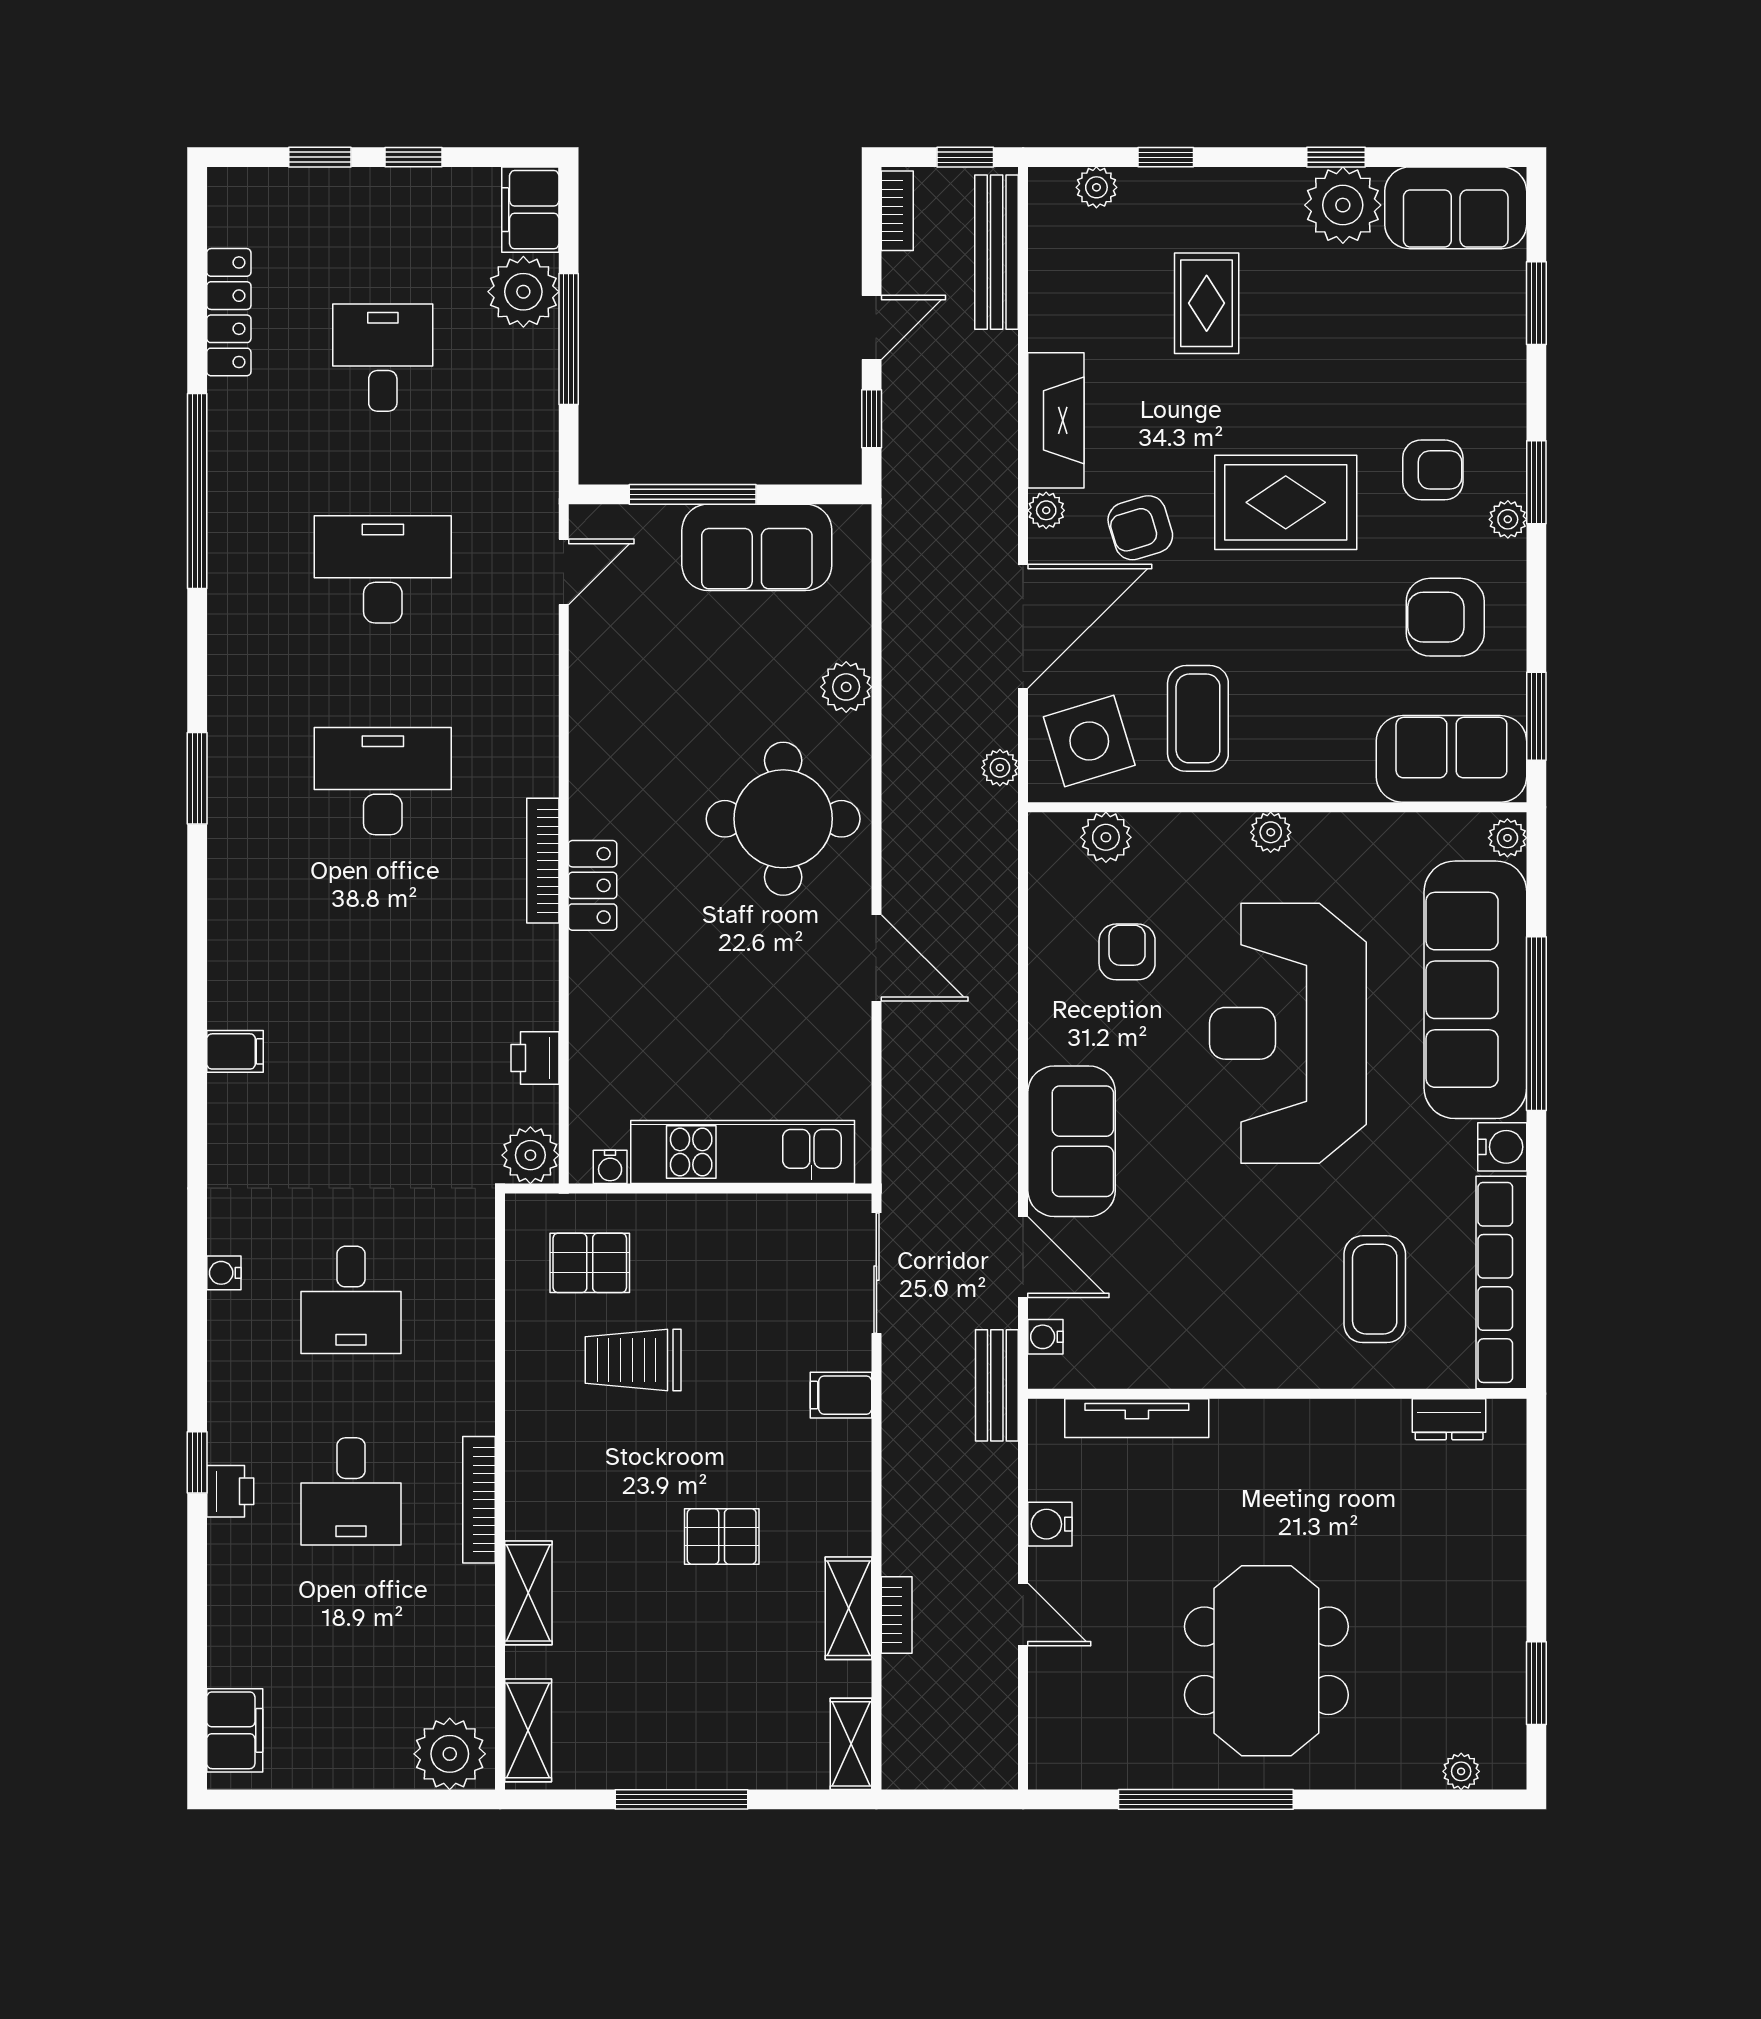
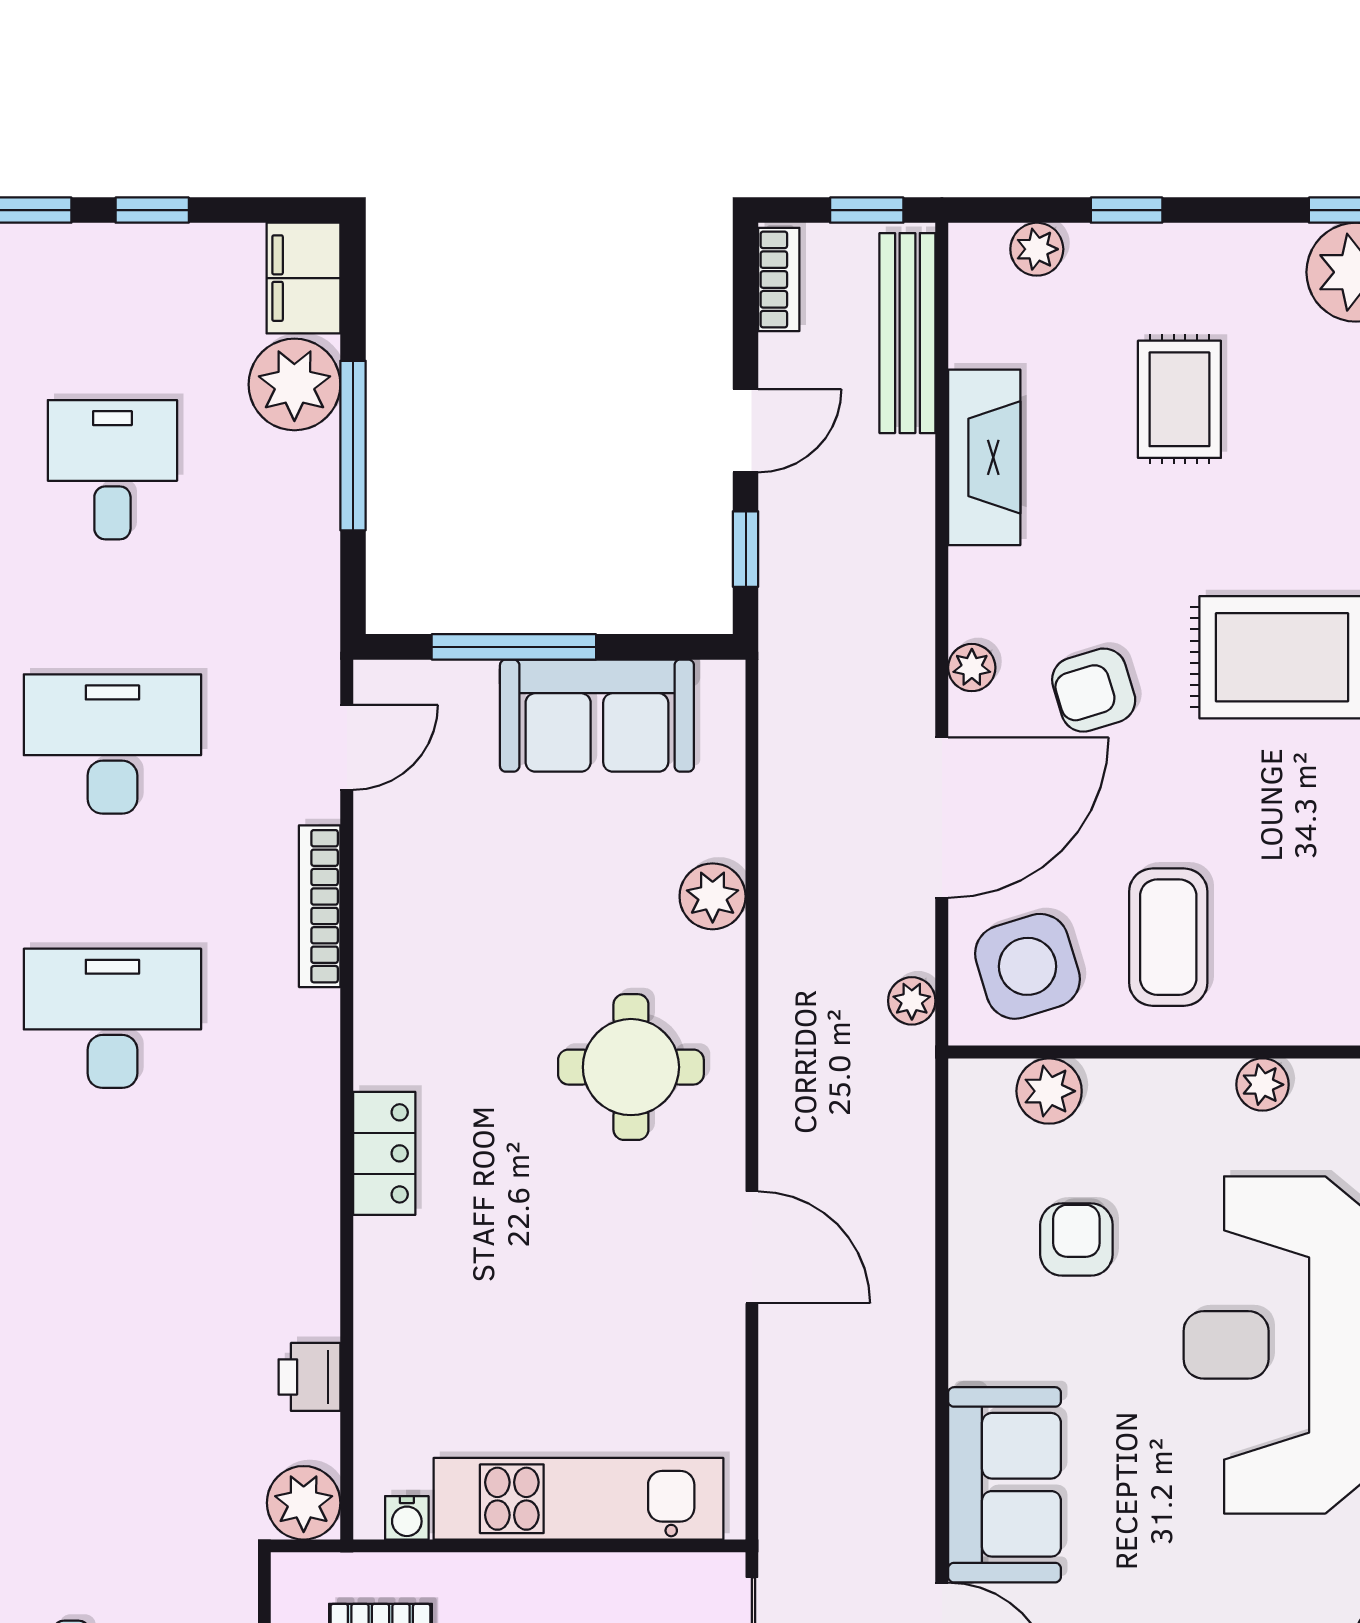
fireplace: (1056, 420) -> (984, 457), moved
round table: (783, 819) -> (631, 1067), width x0.73, depth x0.73
bookcase: (543, 861) -> (320, 906), moved

